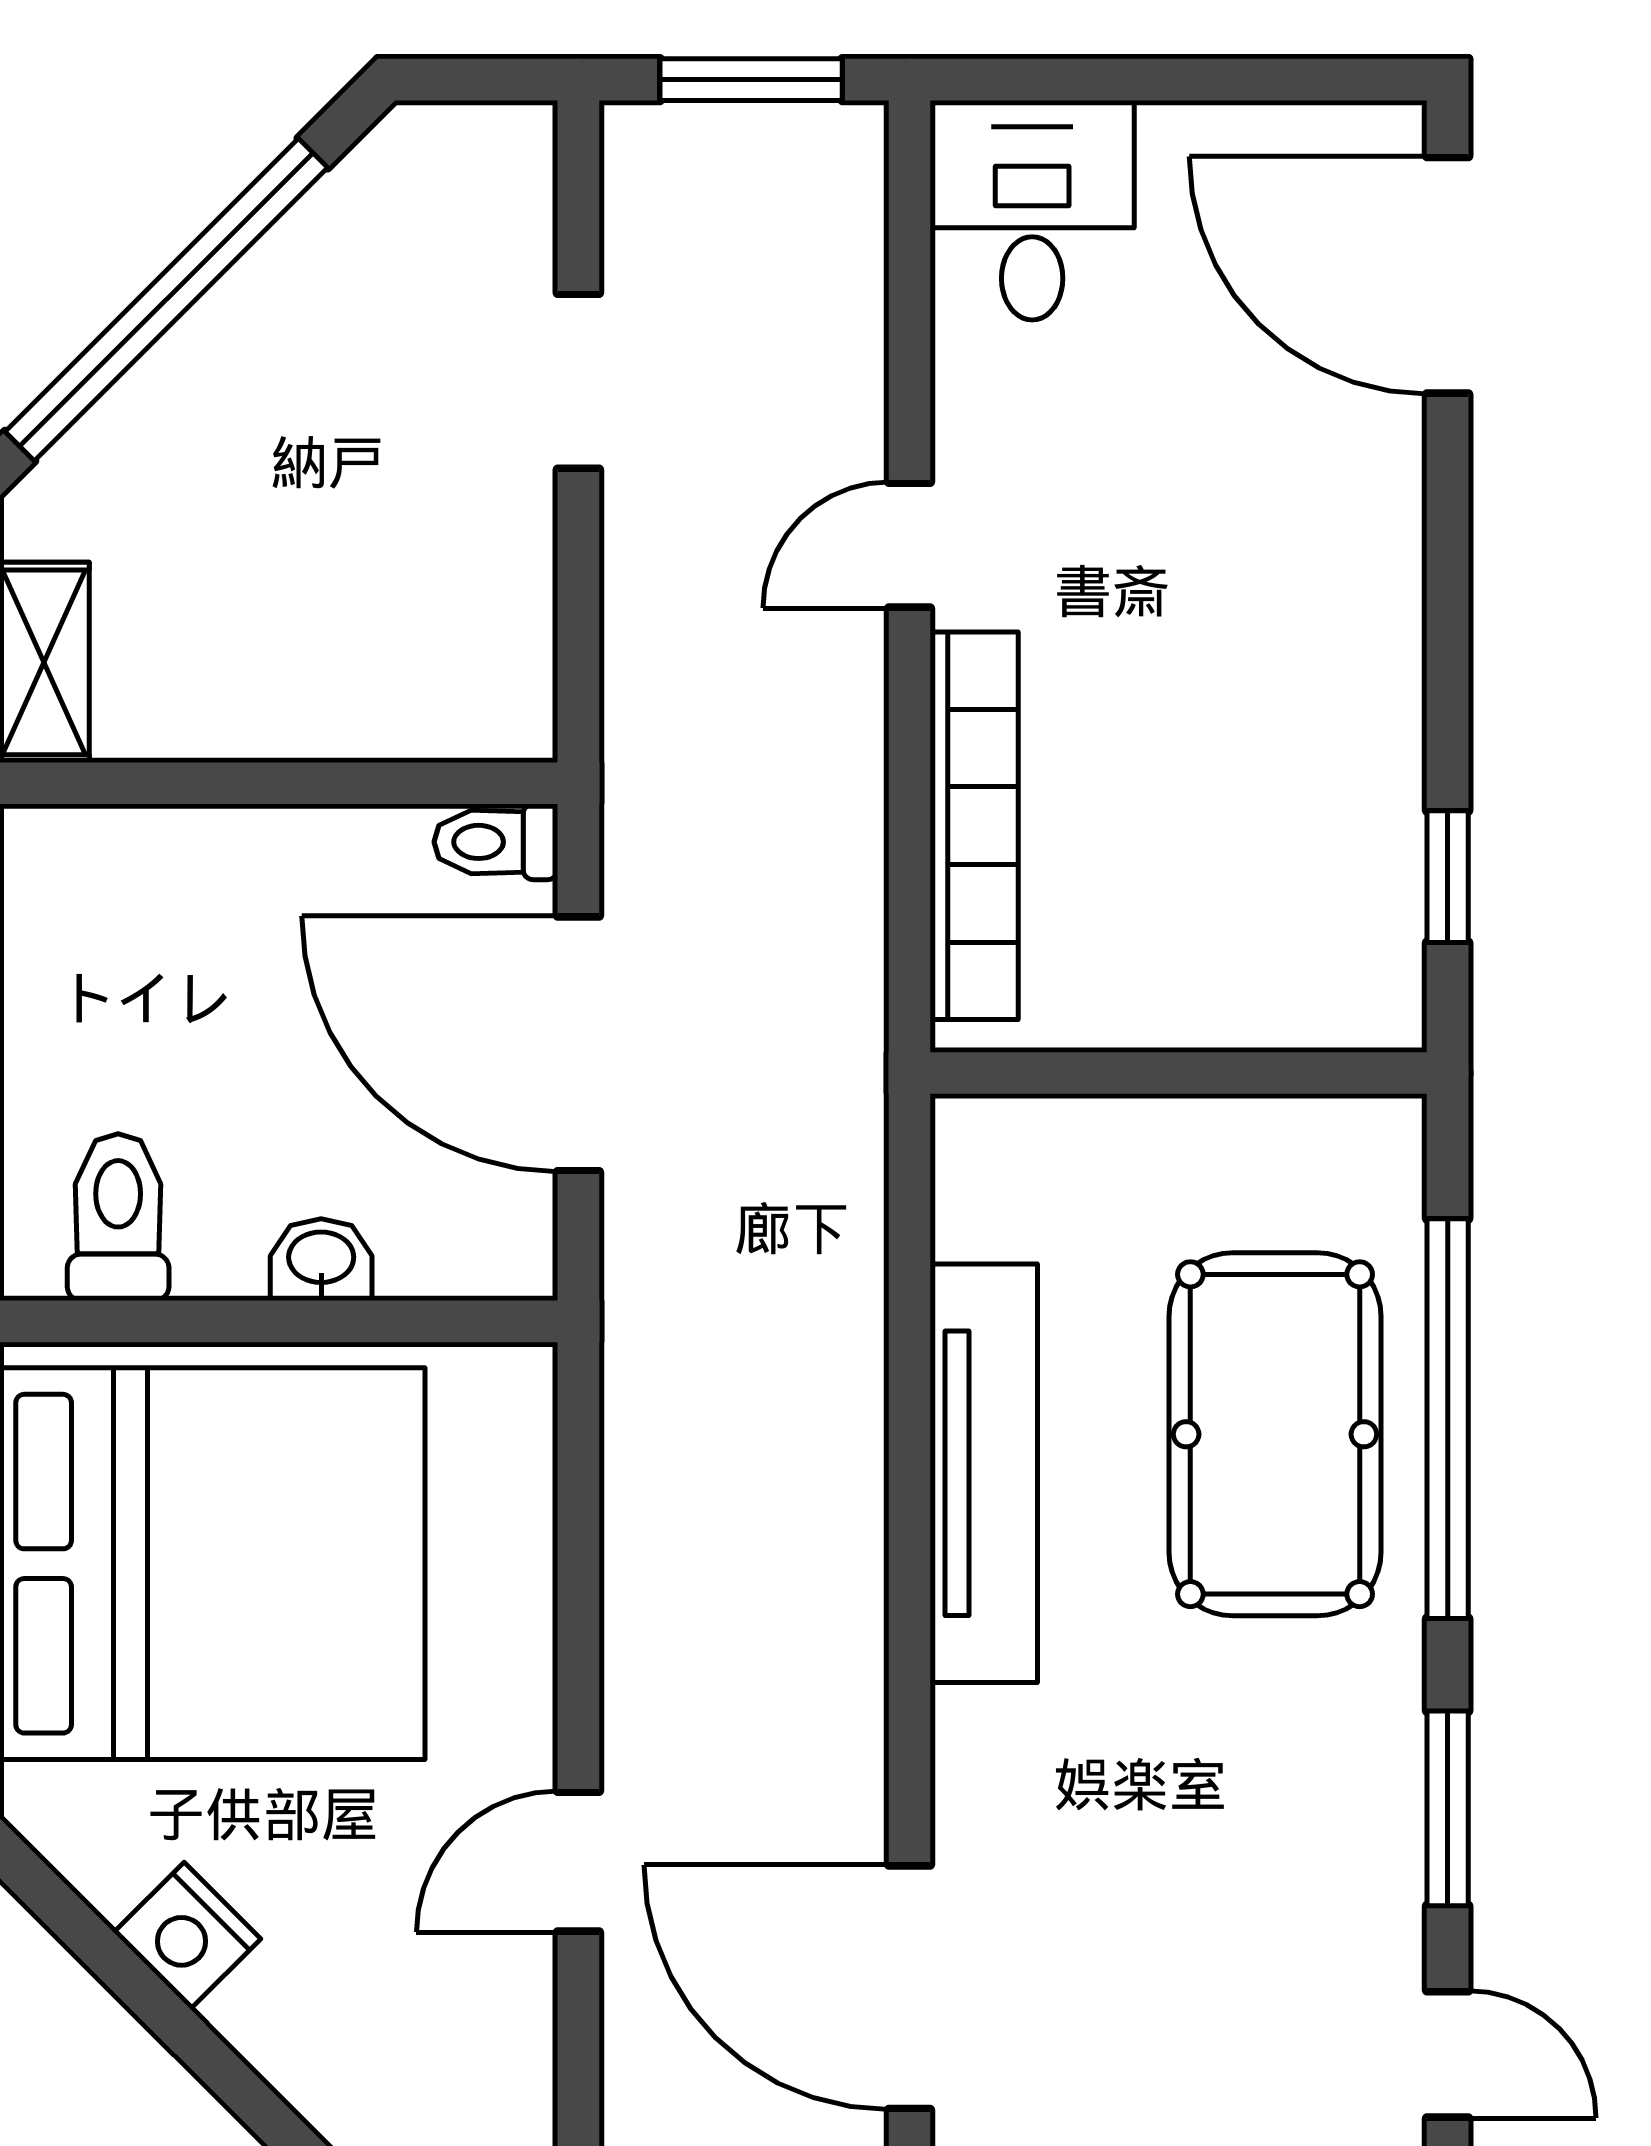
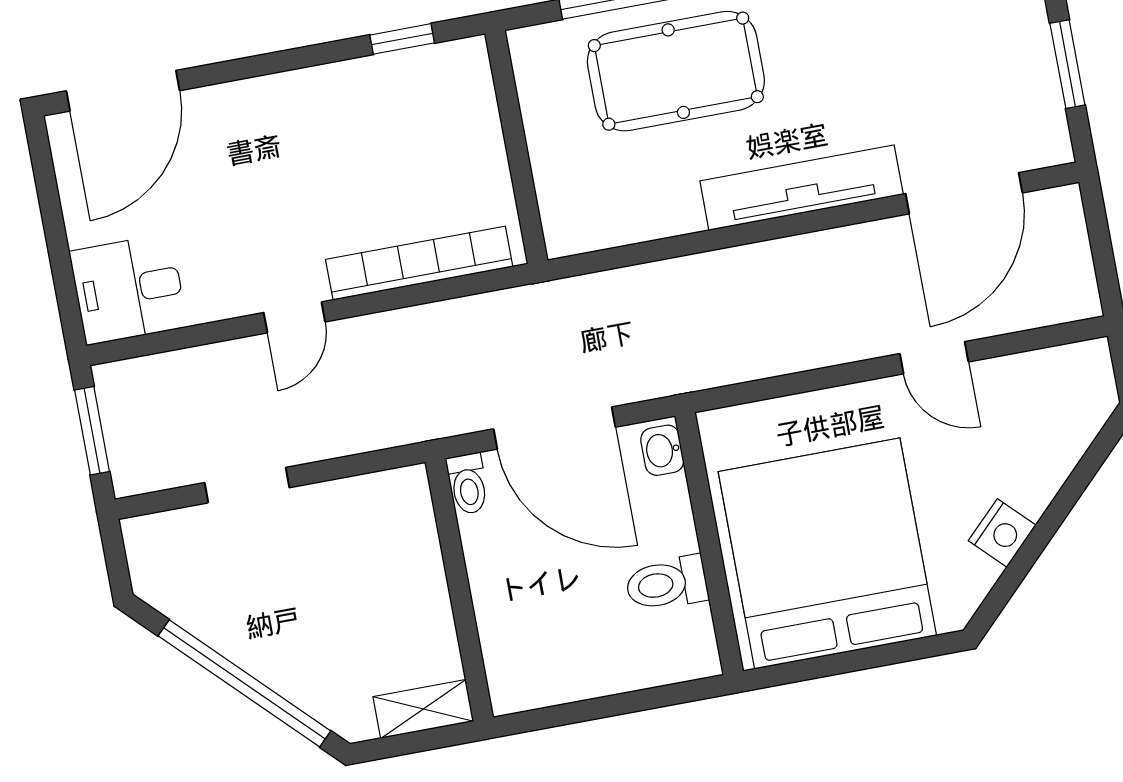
door: (910, 545) -> (294, 317), hinge flipped
door: (578, 1044) -> (555, 428), hinge flipped
toilet: (118, 1217) -> (667, 584), moved
washbasin: (321, 1260) -> (662, 450), moved
tv unit: (984, 1473) -> (802, 188), moved

